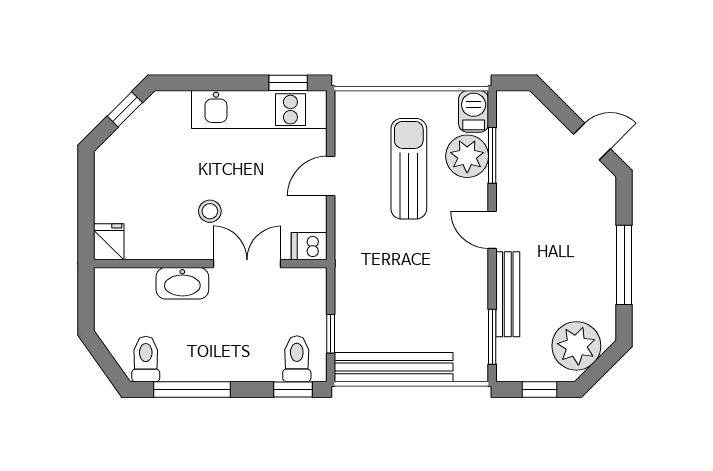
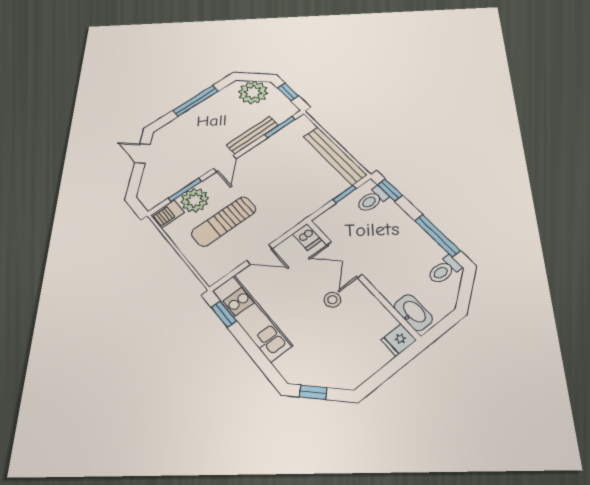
washbasin: (182, 283) -> (413, 313), moved

